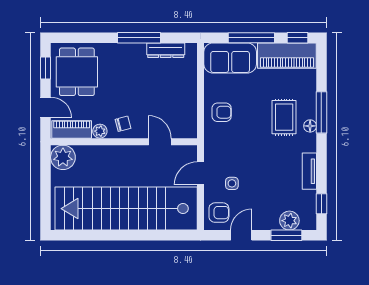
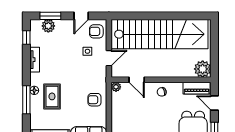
plant: (100, 131) -> (116, 87), moved

